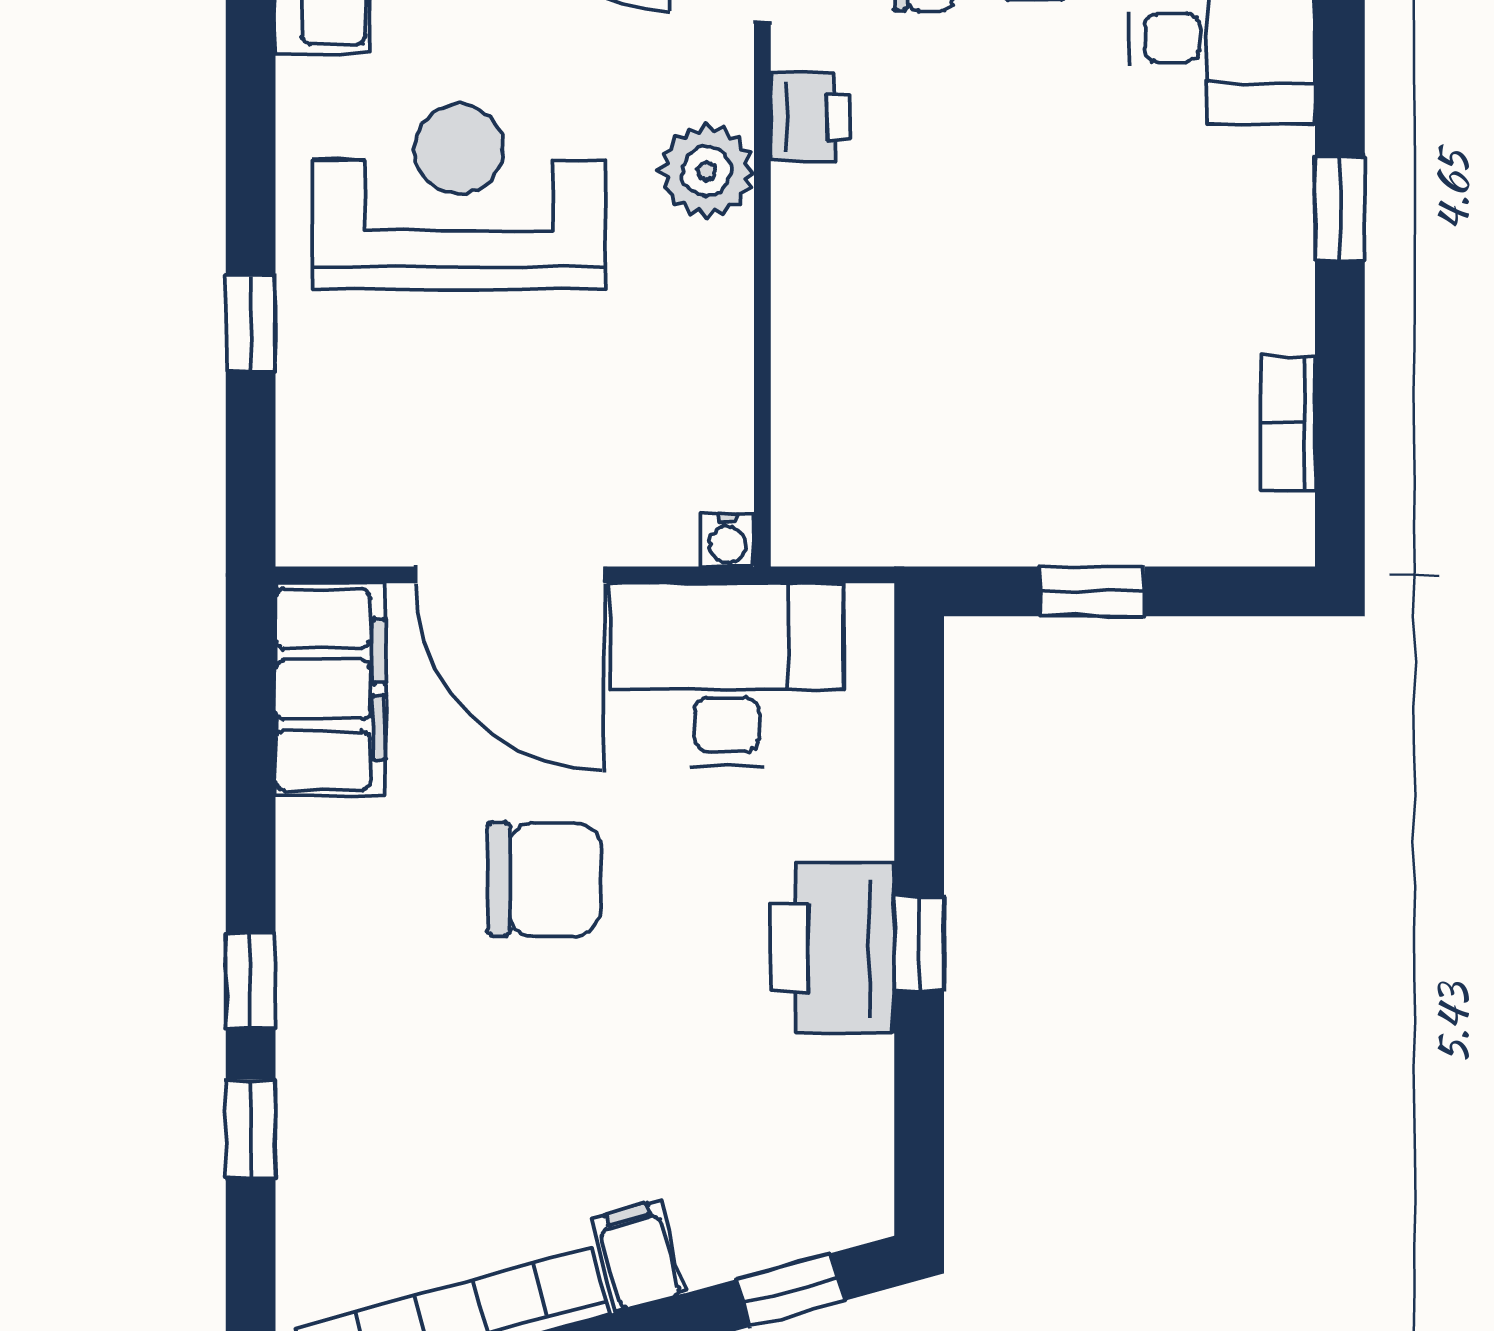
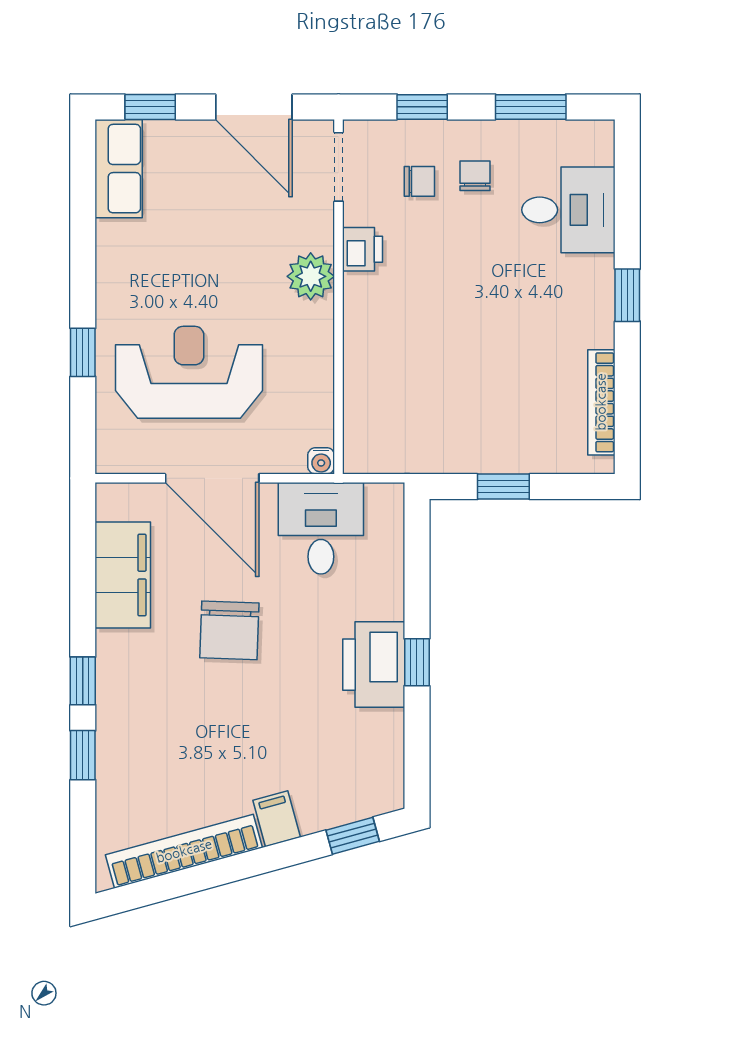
reception desk: (459, 197) -> (189, 372), moved
bookcase: (1288, 423) -> (601, 402), width x1.56
desk: (727, 675) -> (321, 528), width x0.73
filing cabinet: (330, 690) -> (123, 575), moved
chair: (544, 879) -> (229, 630), turned 92

